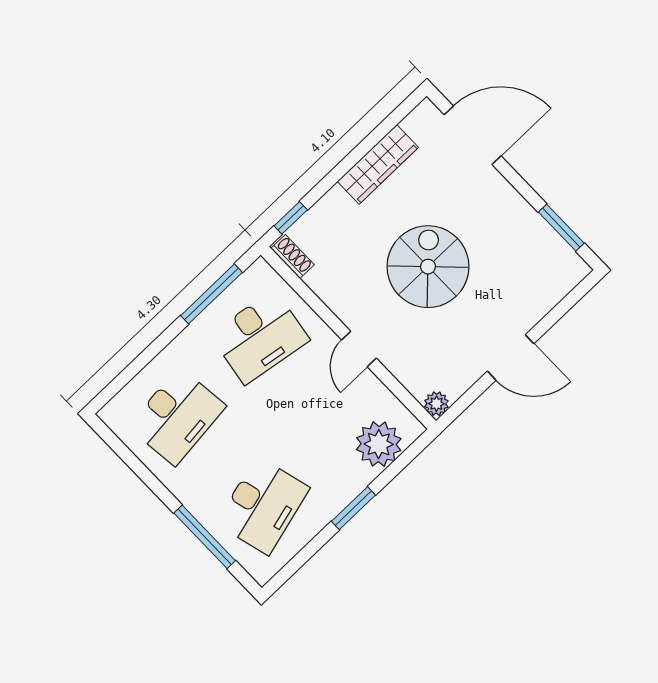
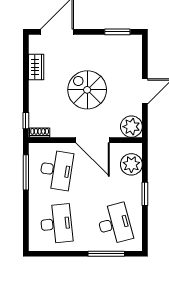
wardrobe: (378, 164) -> (36, 67), width x0.67
door: (359, 349) -> (93, 140), width x1.87
plant: (436, 404) -> (131, 127), width x1.87, depth x1.87

